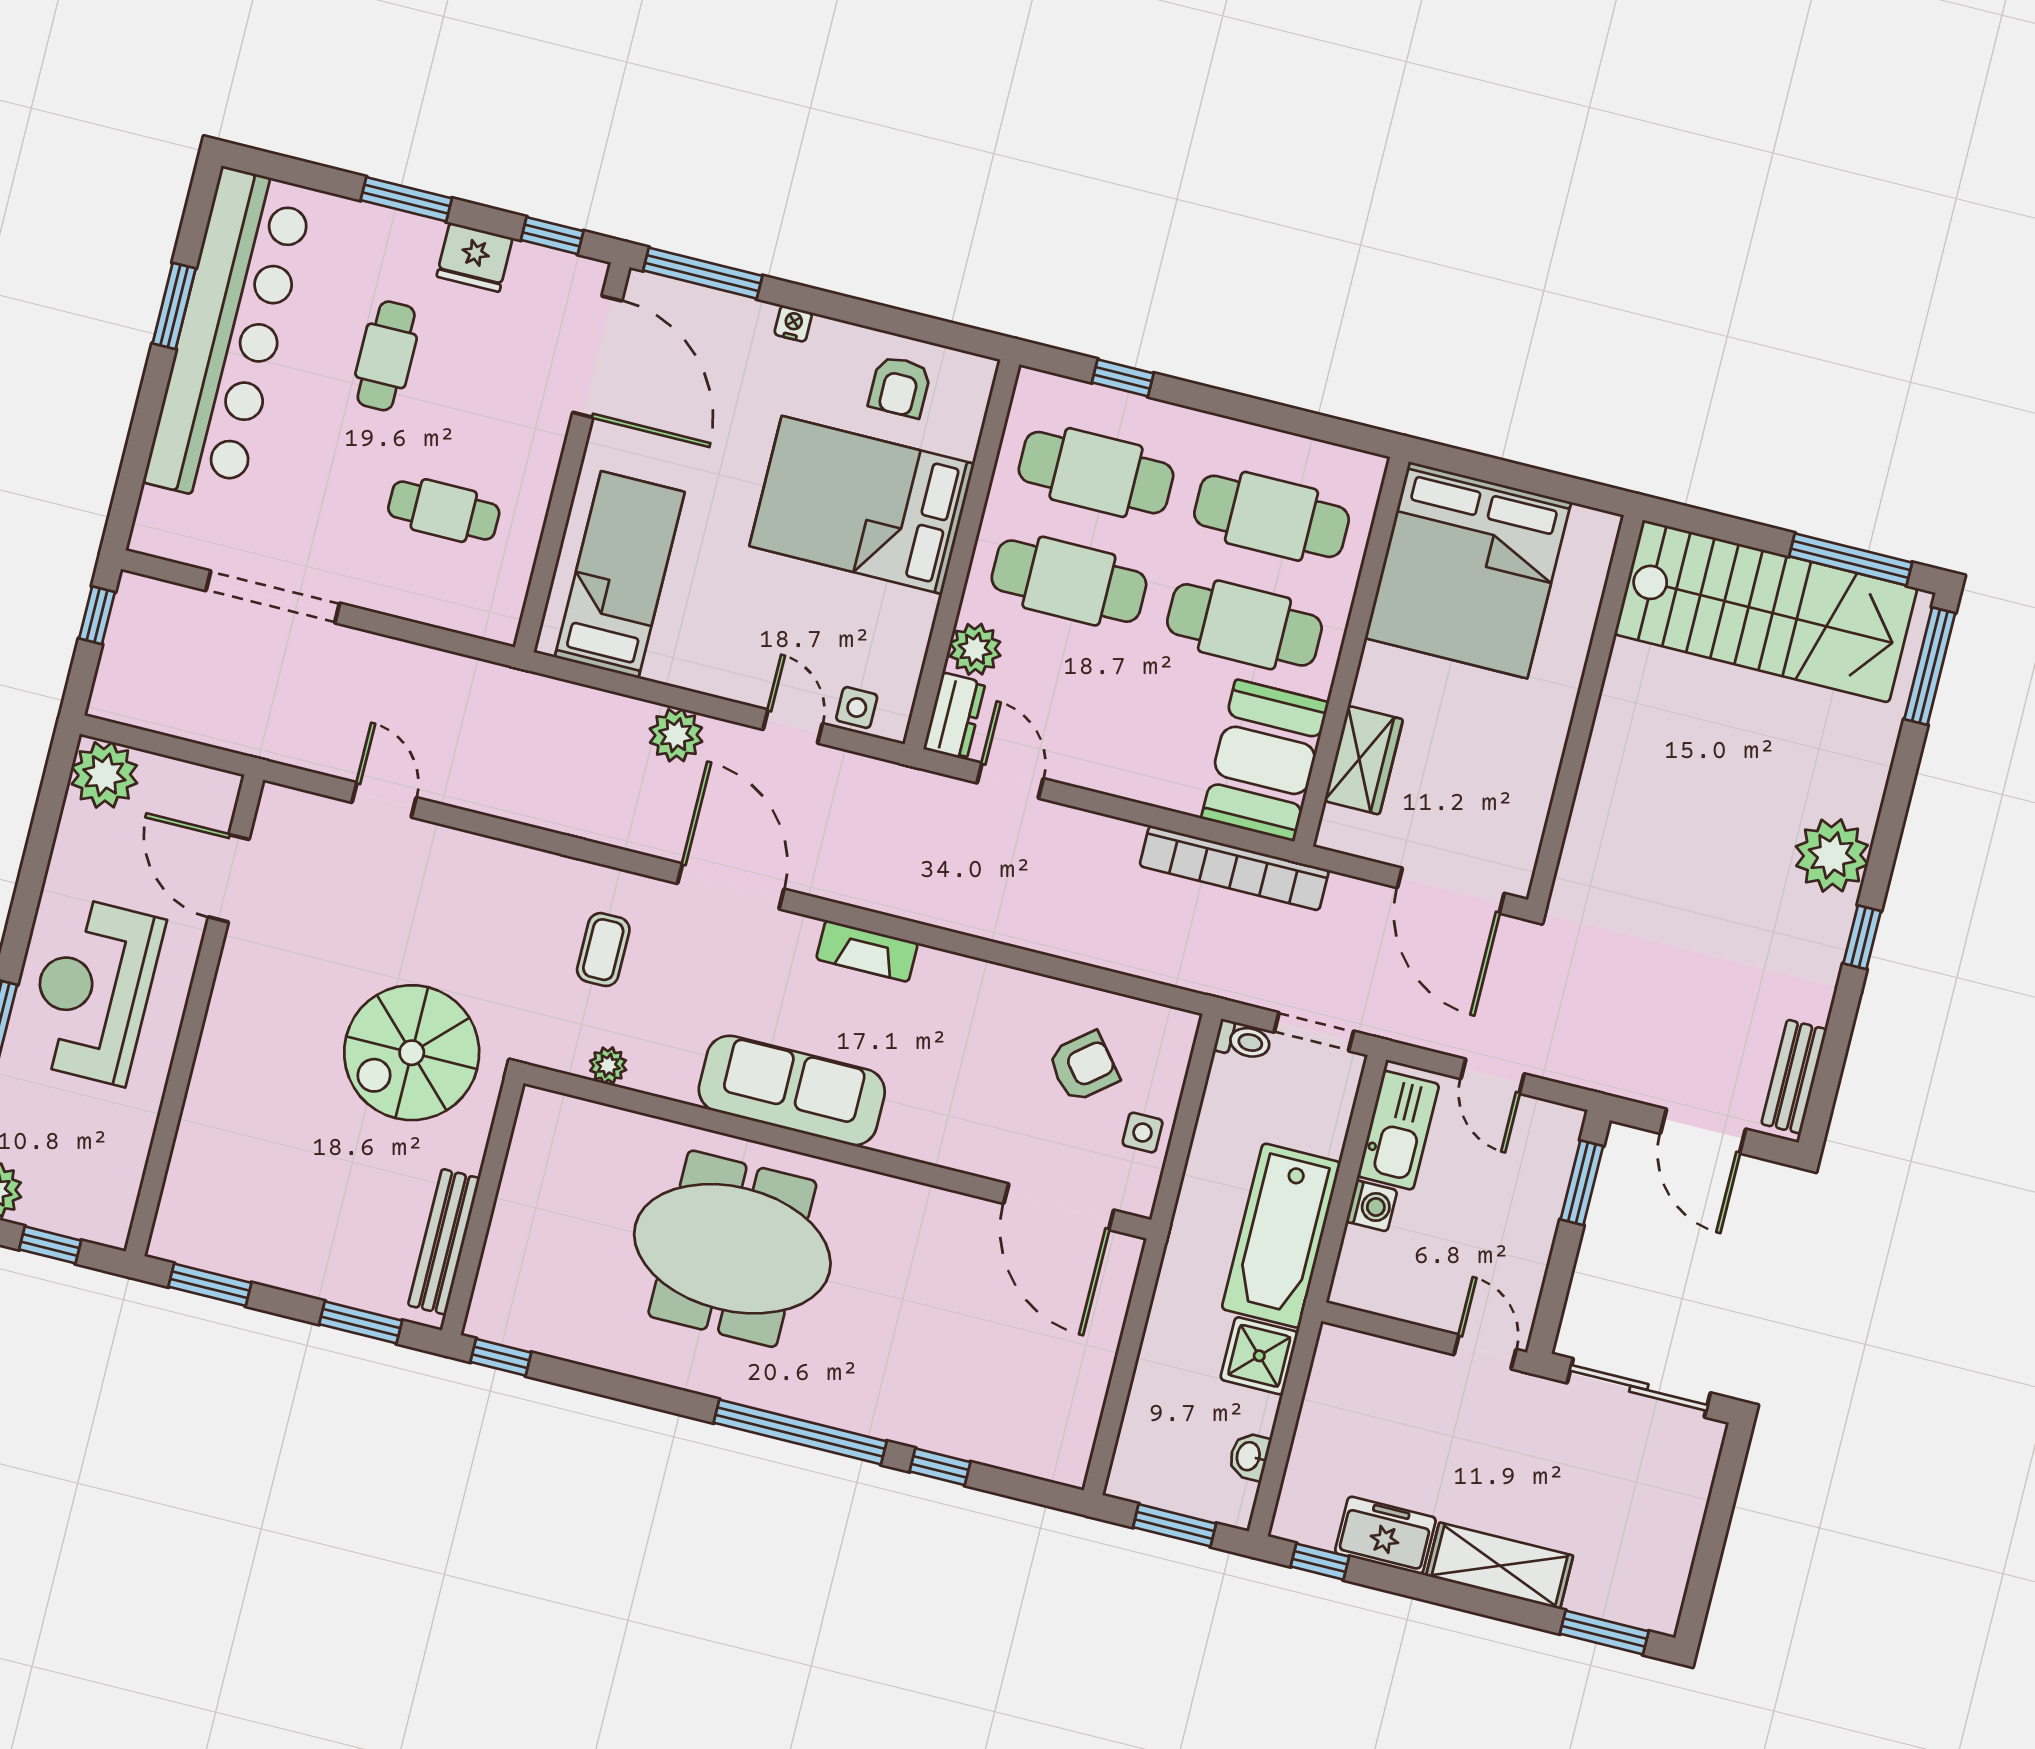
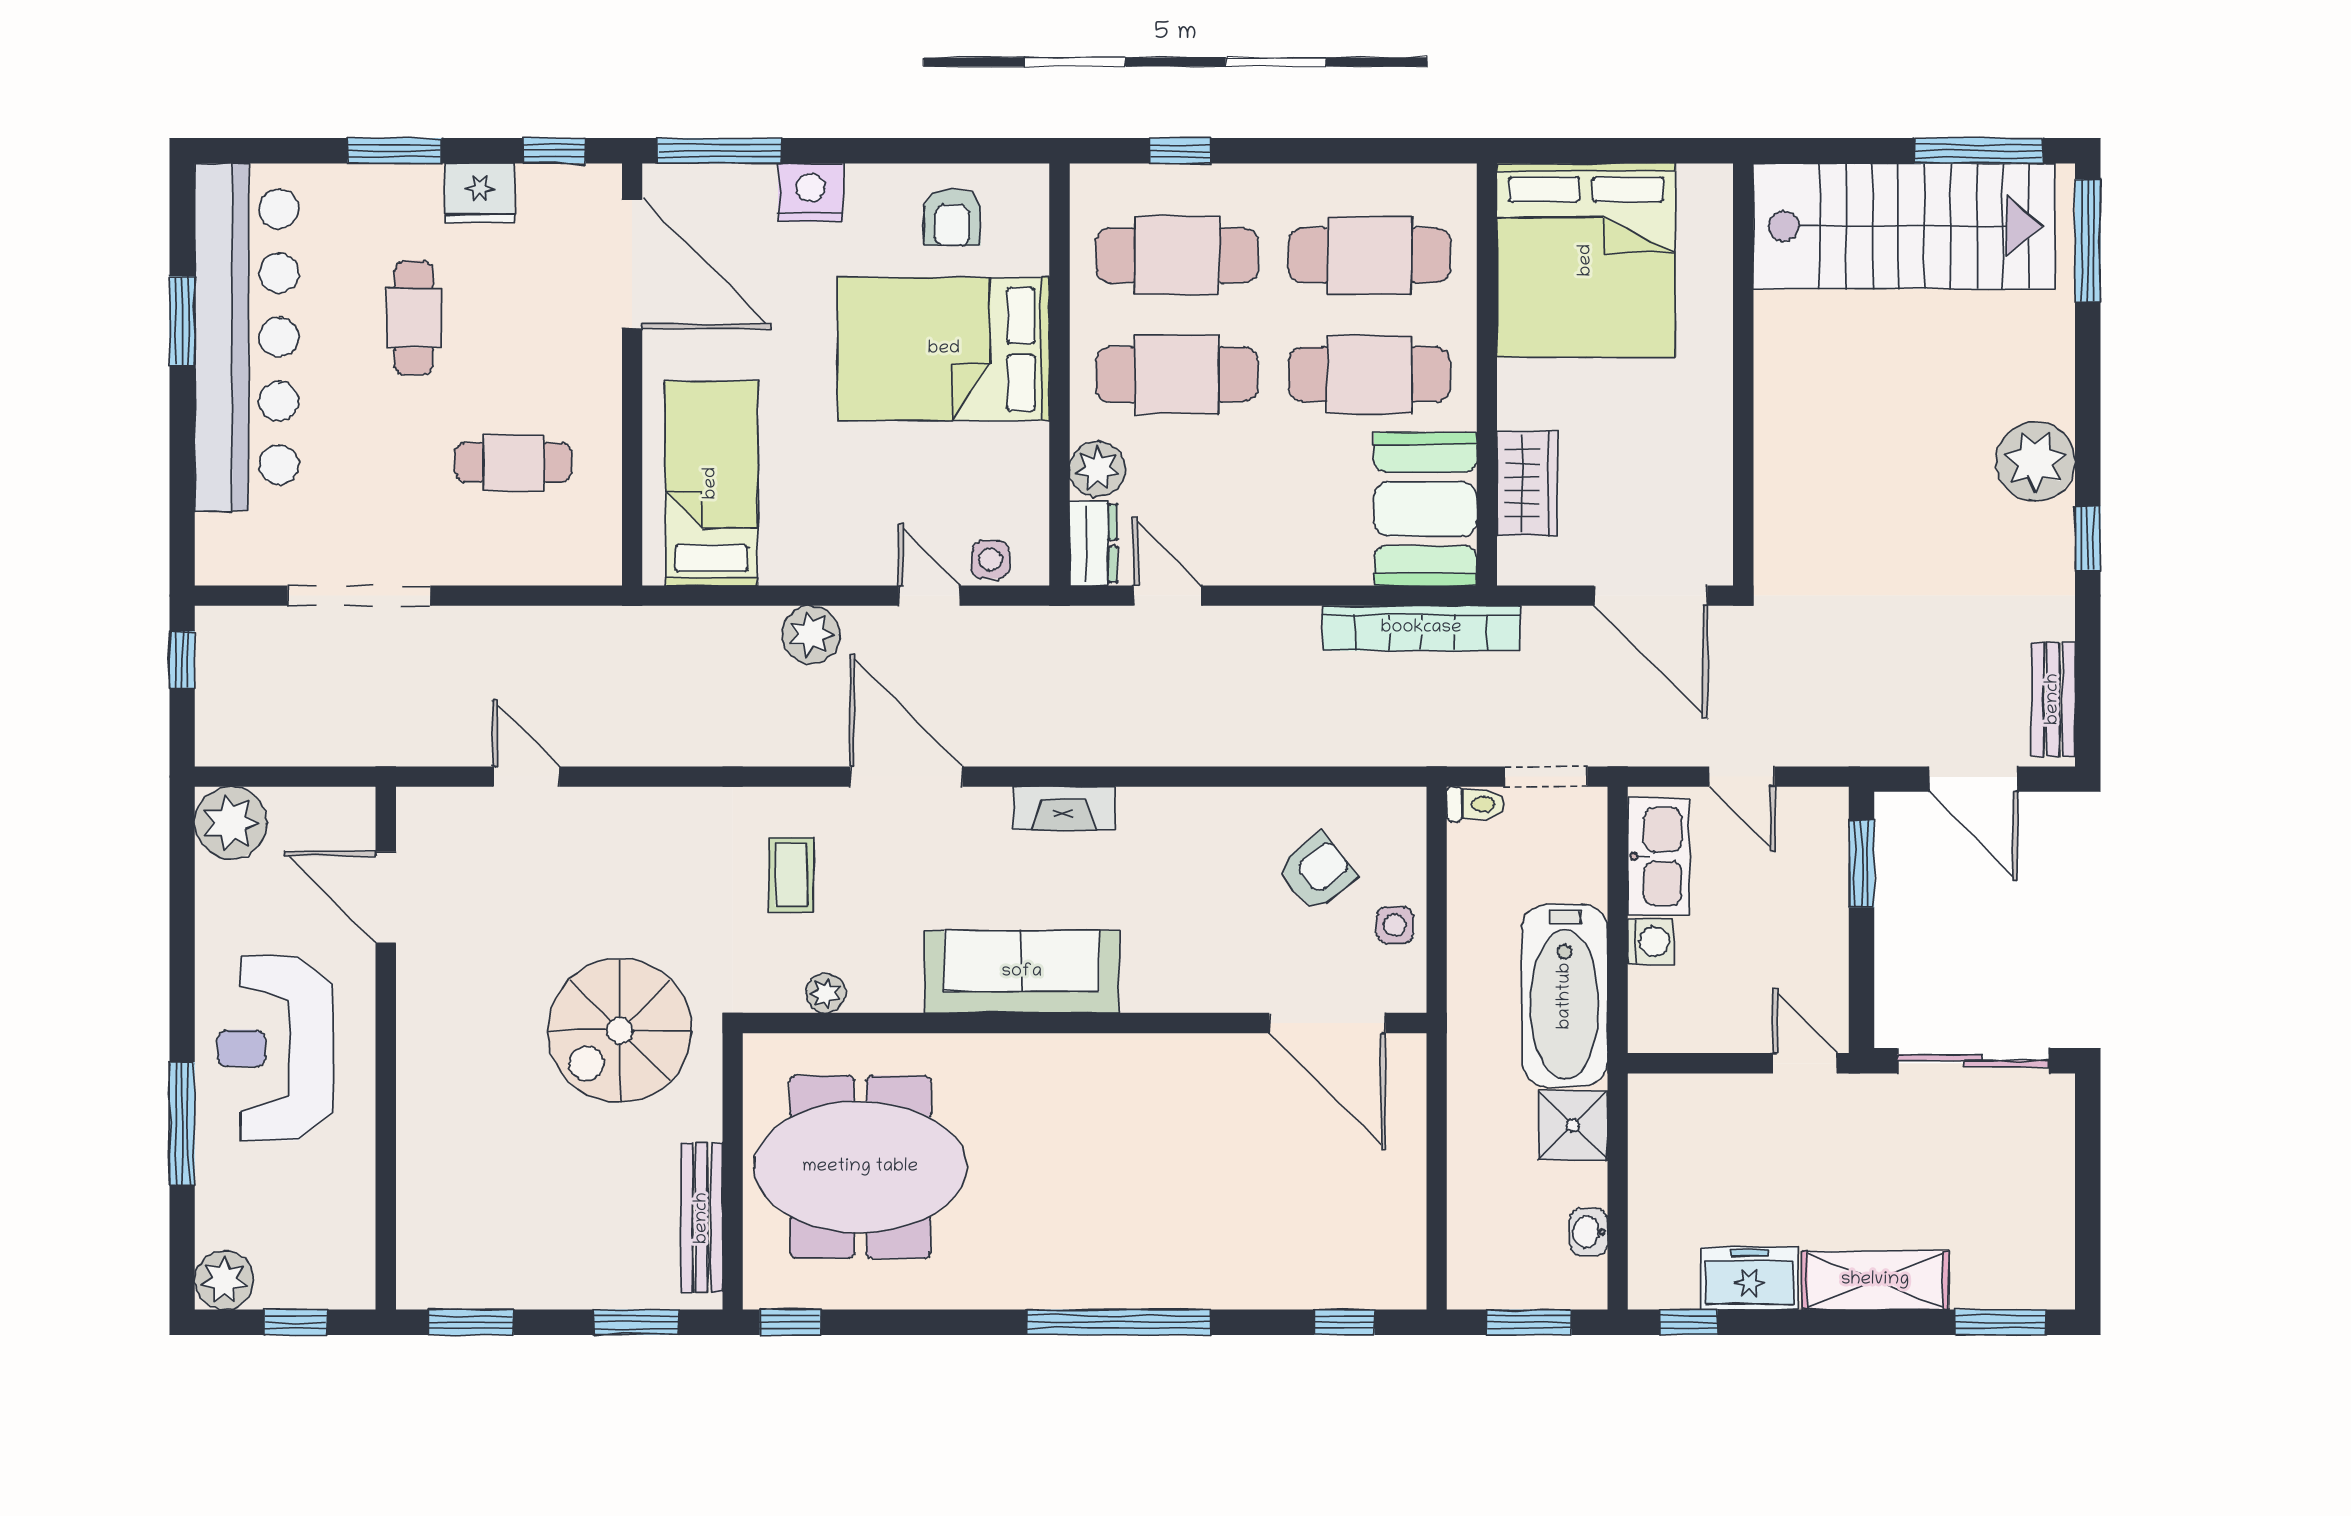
nightstand: (793, 324) -> (811, 192), width x1.89, depth x1.79
meeting table: (732, 1249) -> (860, 1167), moved
window: (940, 1467) -> (1344, 1322), moved

